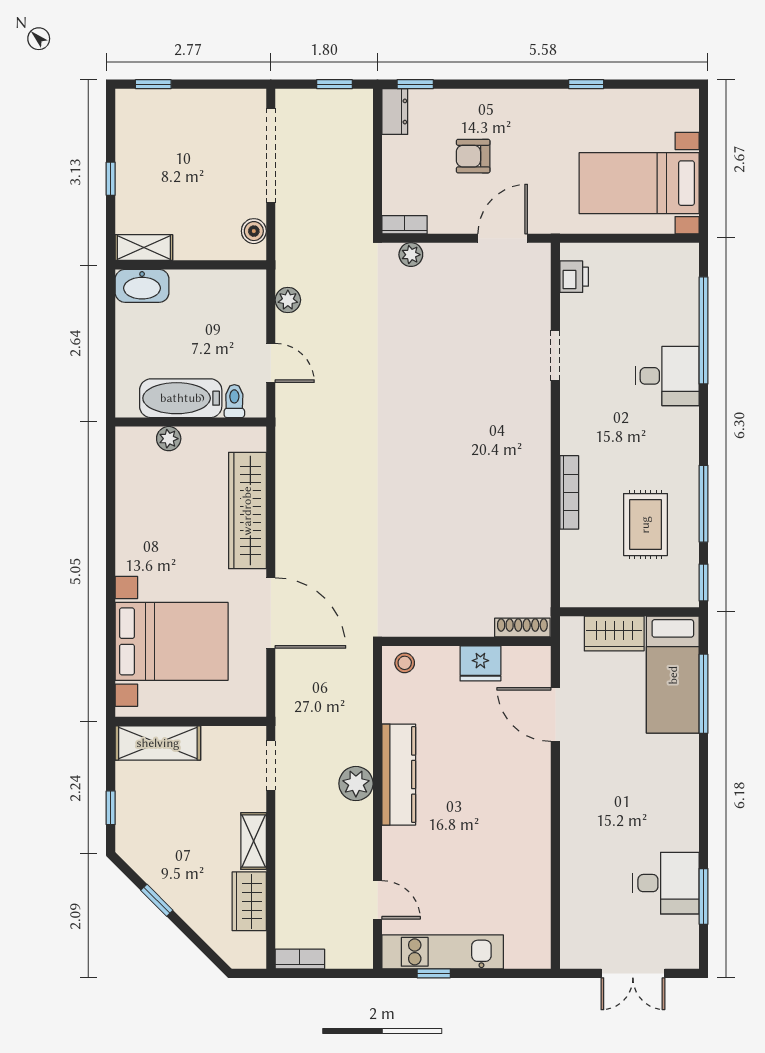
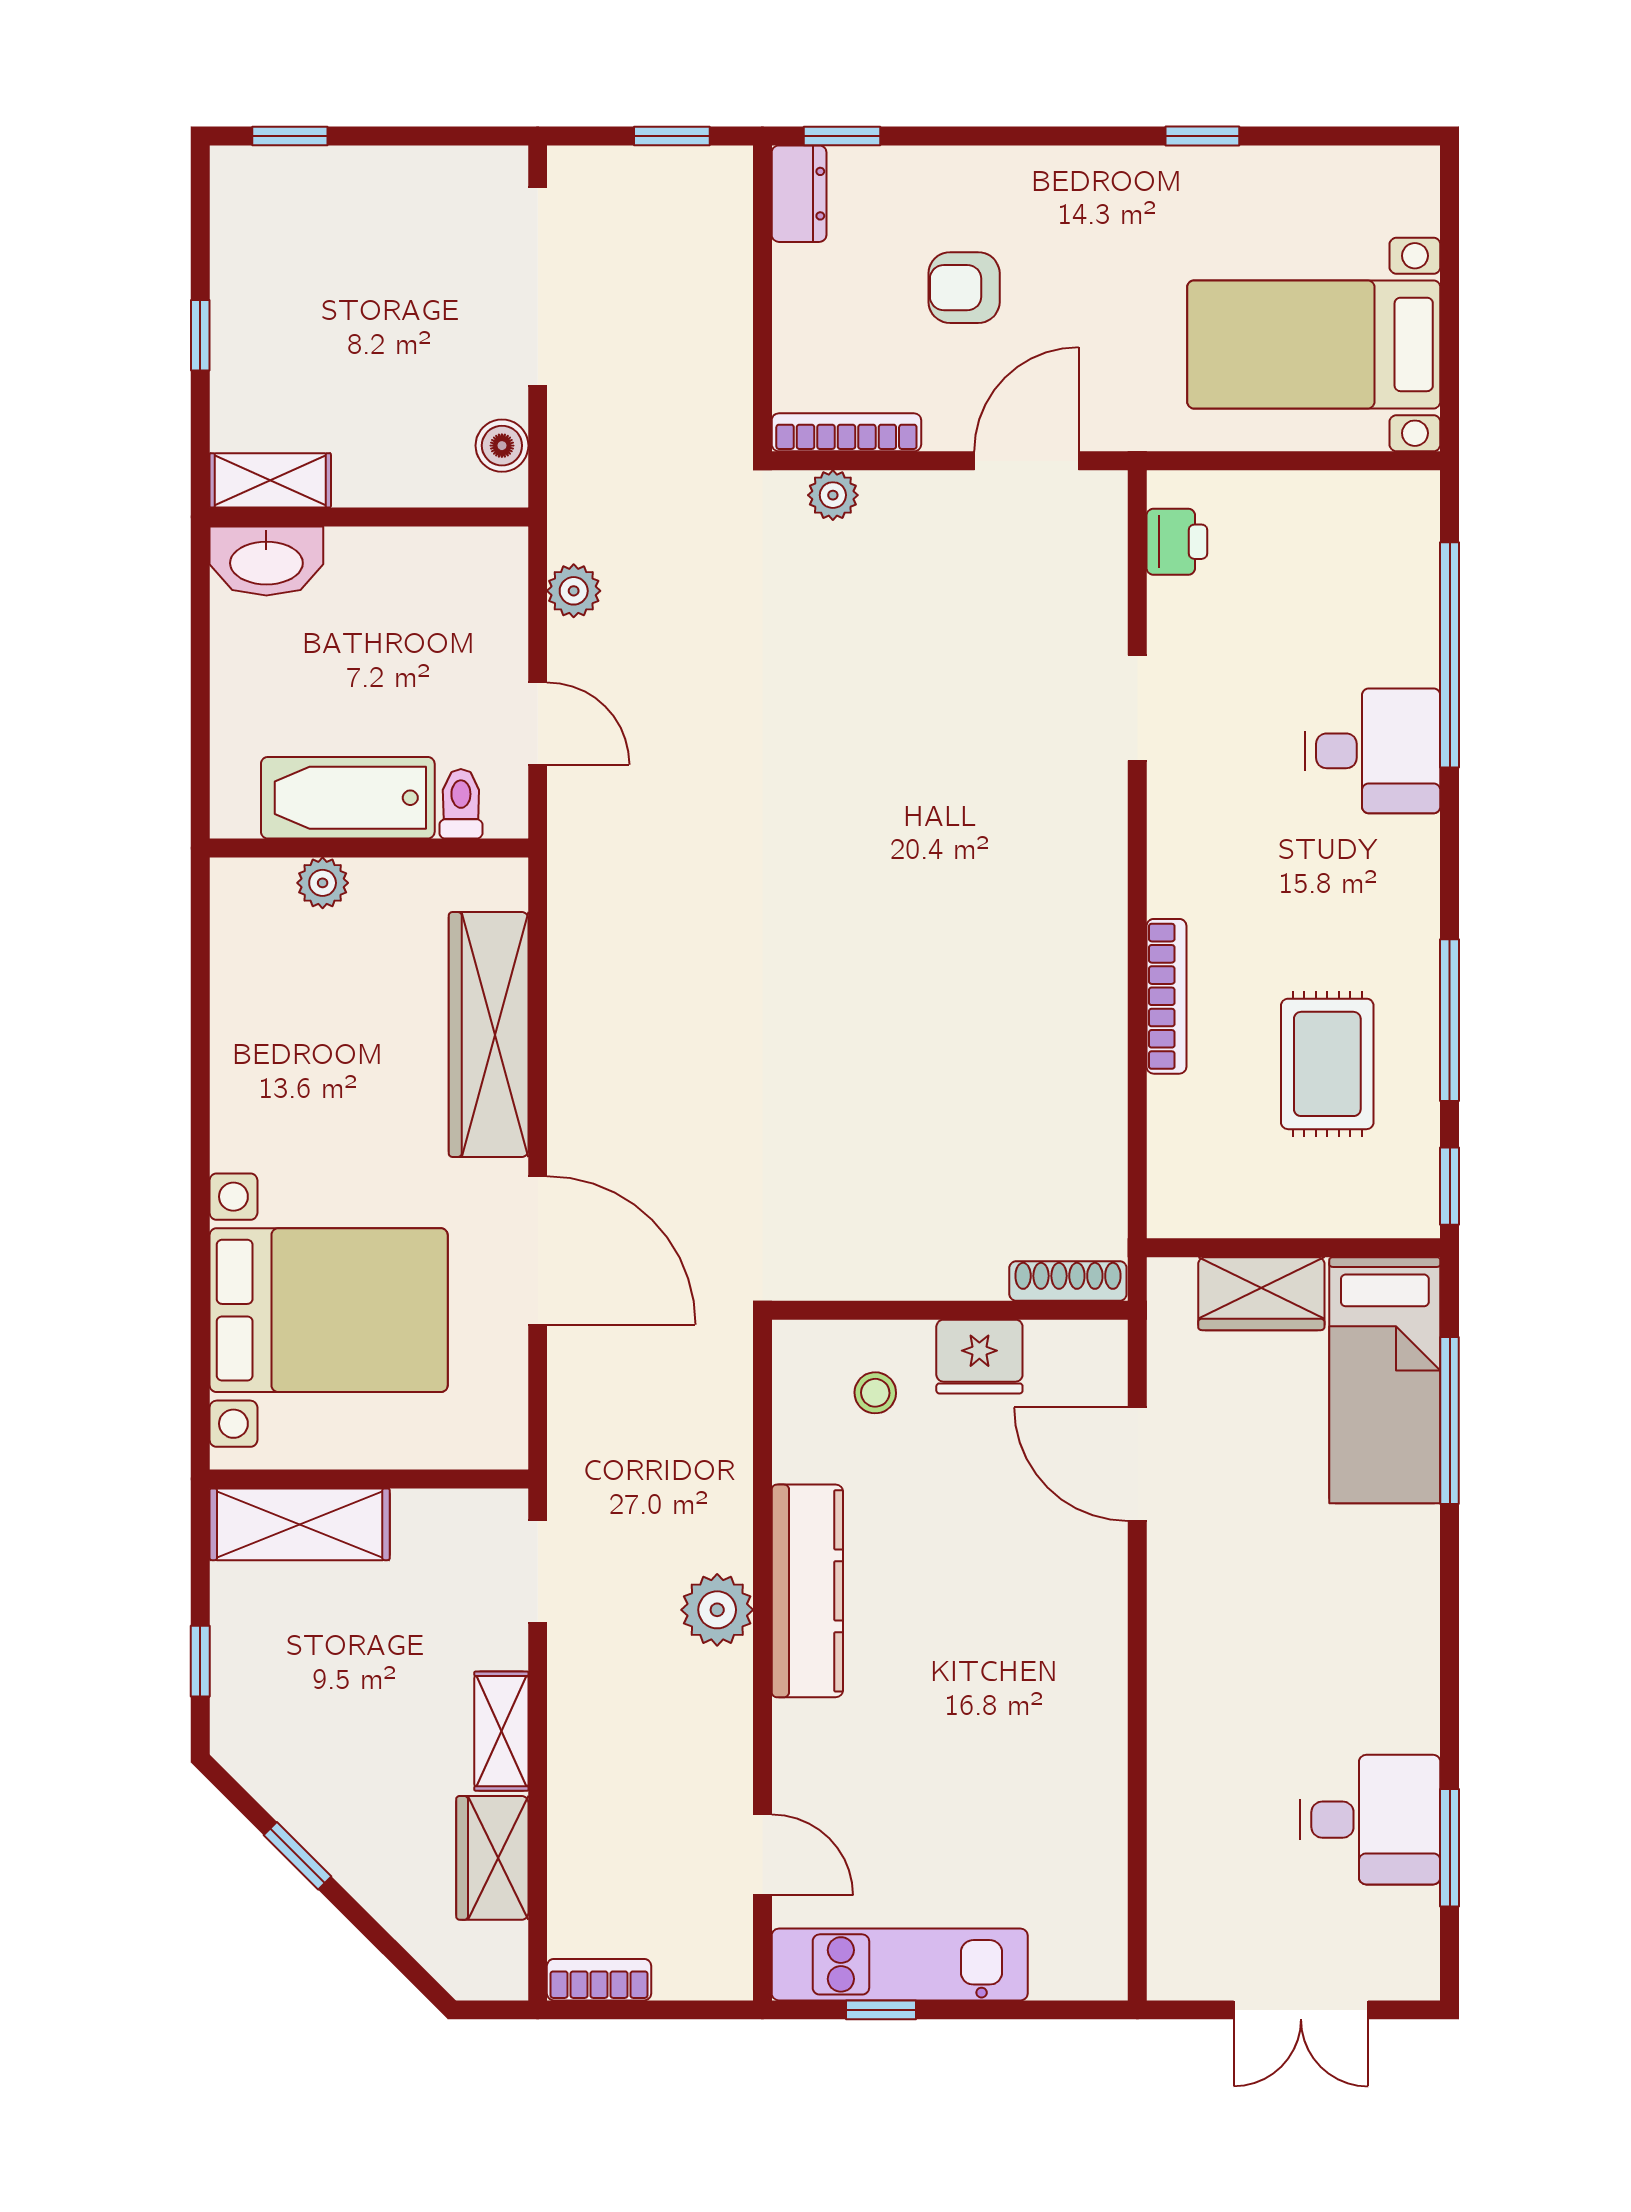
bookcase: (405, 225) -> (846, 432), width x1.56
stool: (405, 663) -> (875, 1393), moved

